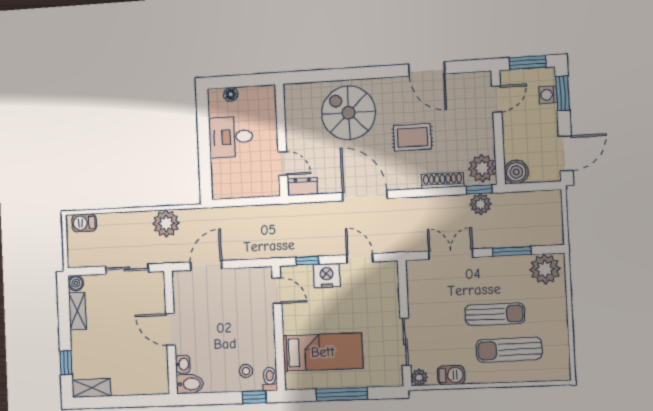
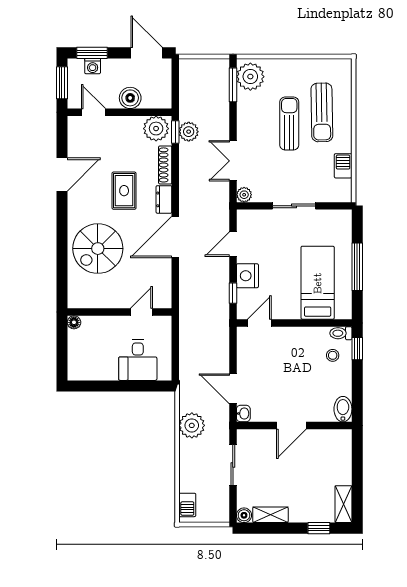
floor lamp: (231, 94) -> (74, 322), moved
desk: (231, 137) -> (138, 360), moved
boiler: (516, 172) -> (130, 98), moved
dresser: (302, 187) -> (164, 199), moved
window: (512, 251) -> (233, 85), moved
sliding door: (405, 342) -> (294, 206), moved
washbasin: (183, 364) -> (243, 414), moved, turned 90
plant: (419, 377) -> (244, 195), moved

